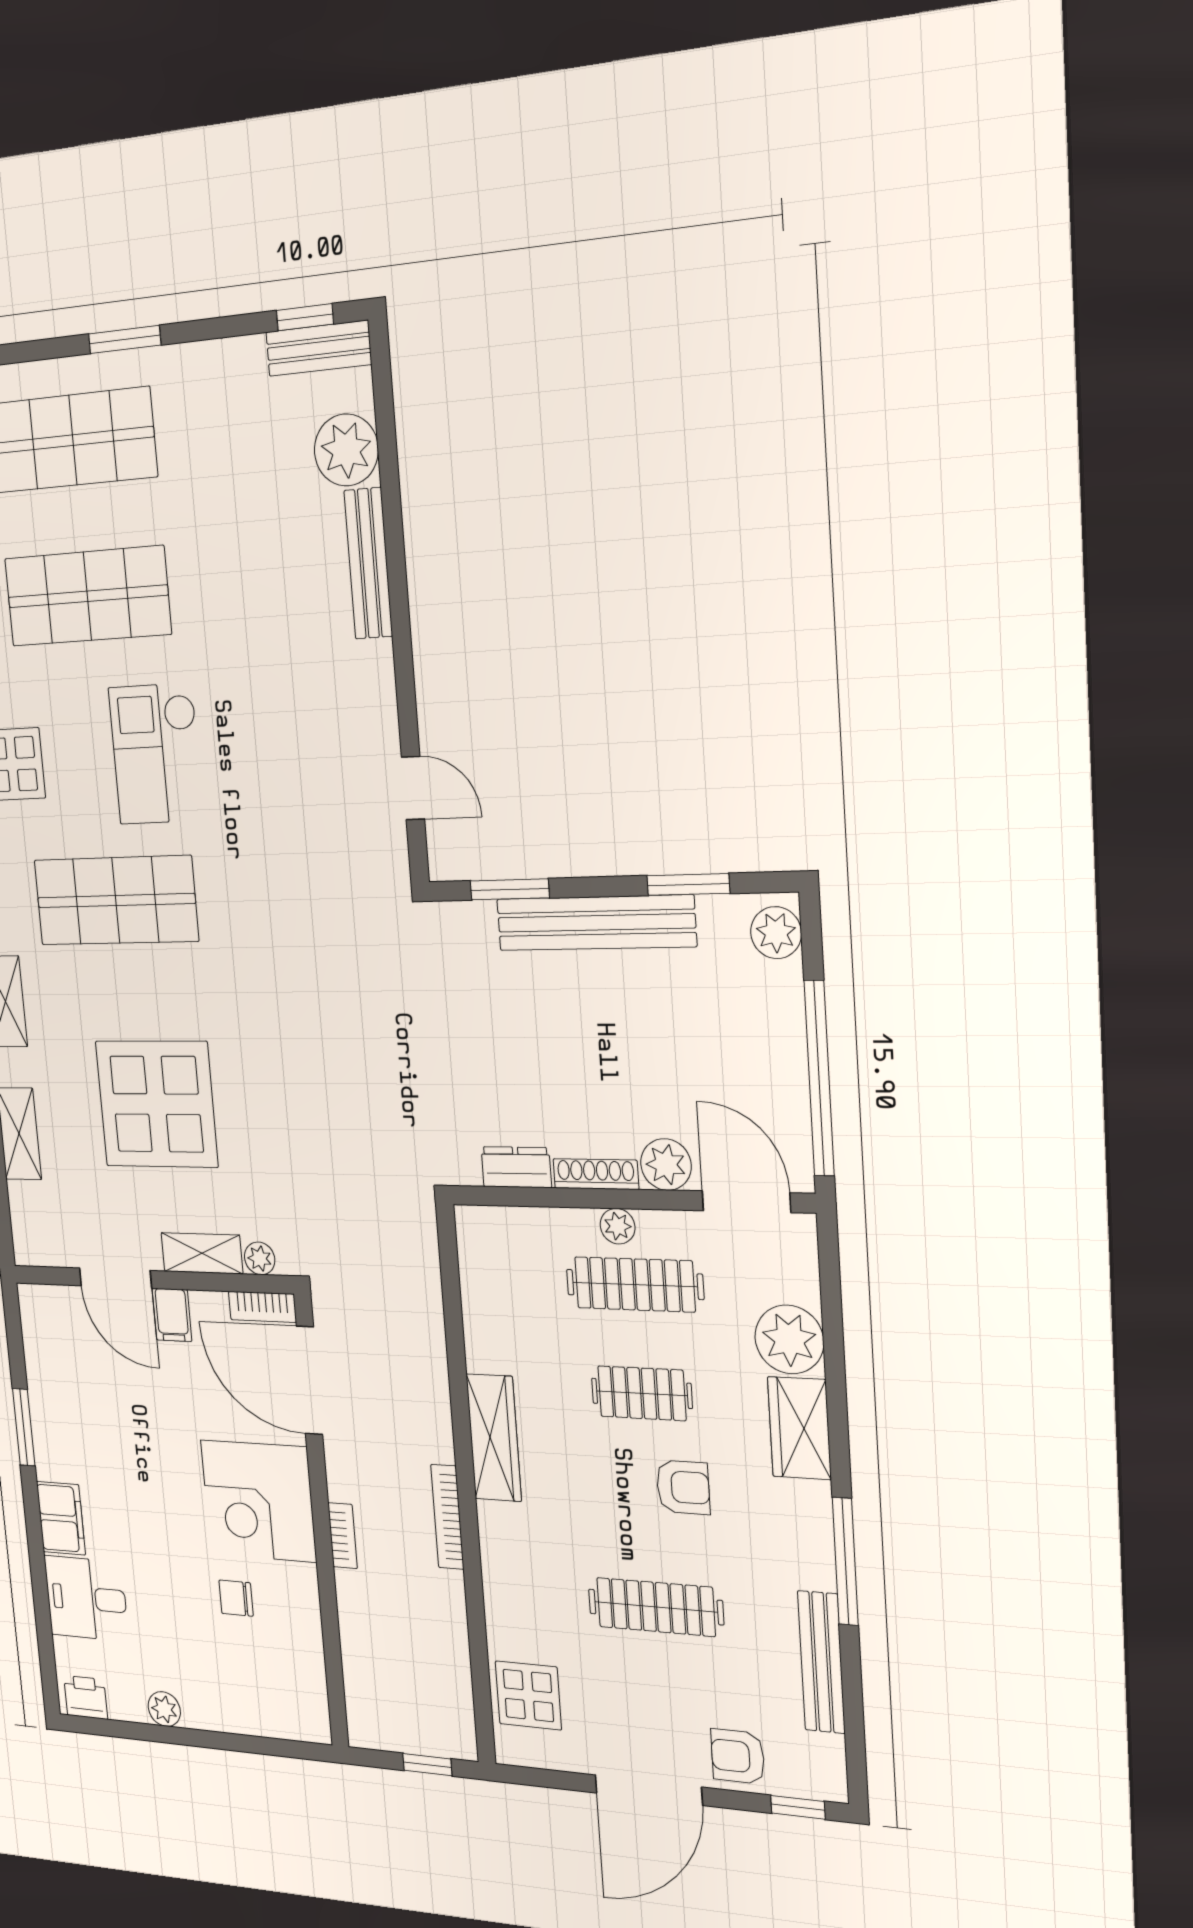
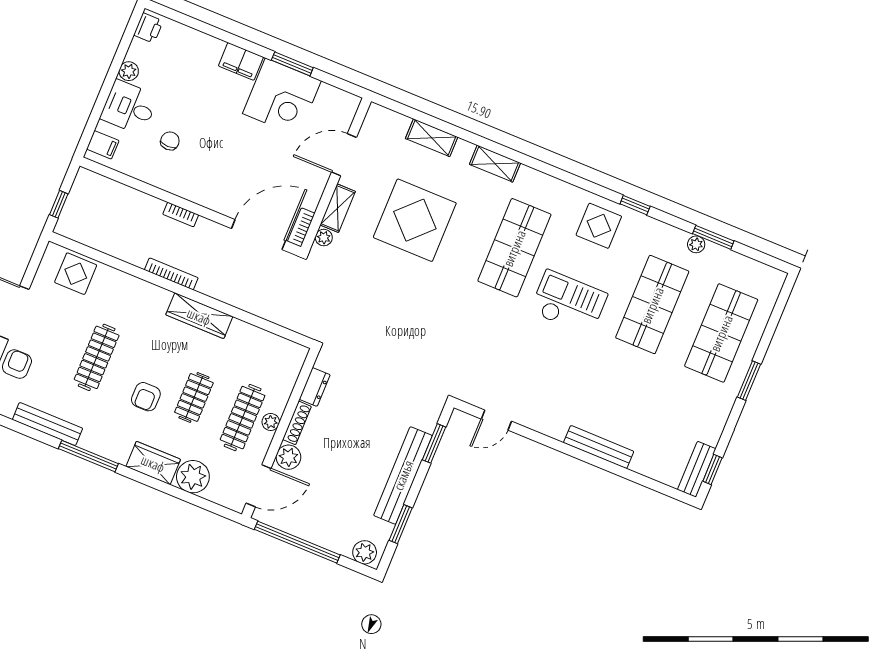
plant: (346, 450) -> (650, 461), removed
filing cabinet: (172, 1315) -> (103, 145), moved, turned 180
corner desk: (259, 1501) -> (282, 97), moved, turned 180
desk: (86, 1598) -> (129, 107), moved, turned -90

